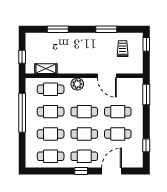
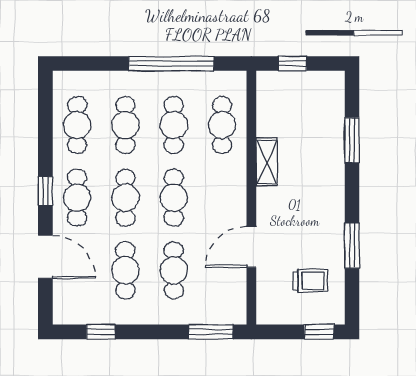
shelving: (46, 69) -> (267, 162), moved
plant: (77, 84) -> (233, 183), removed

